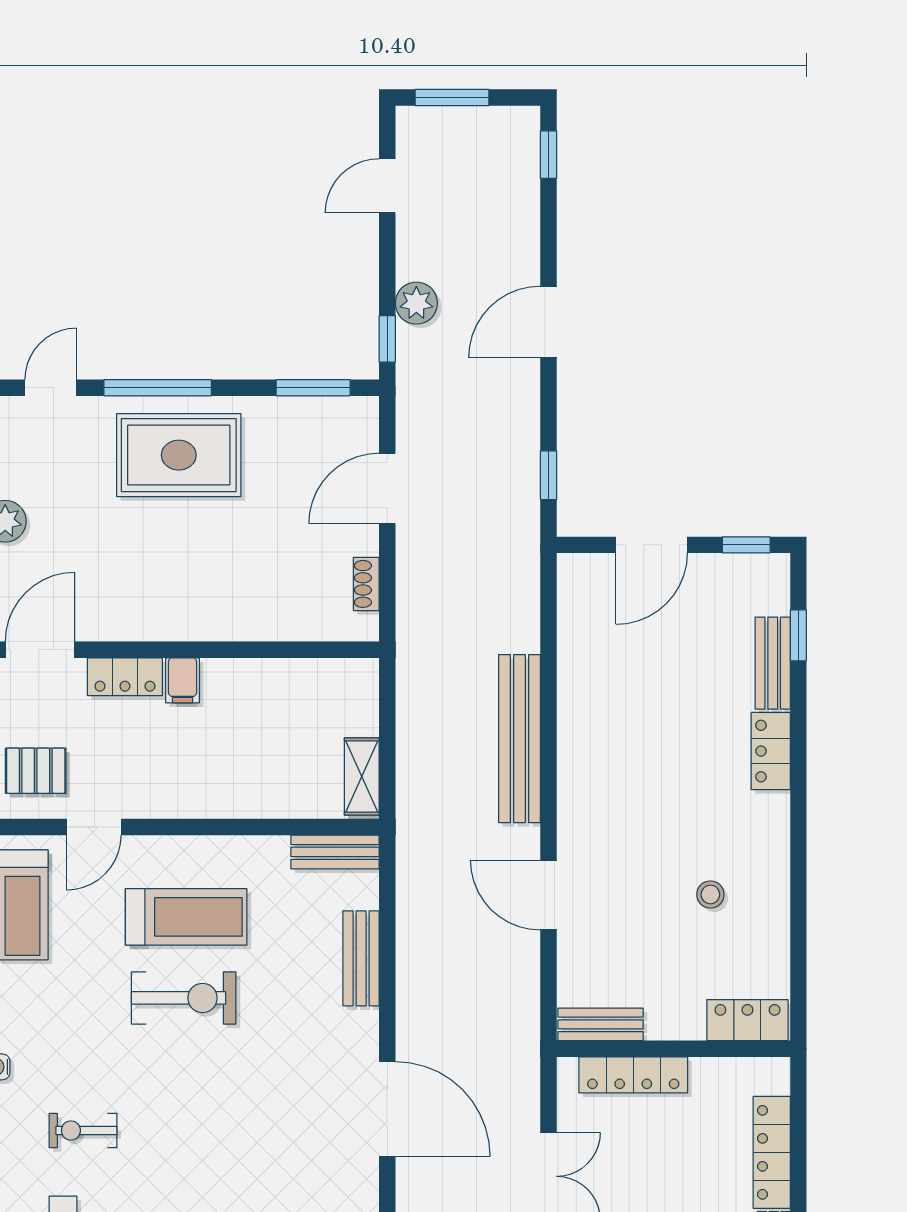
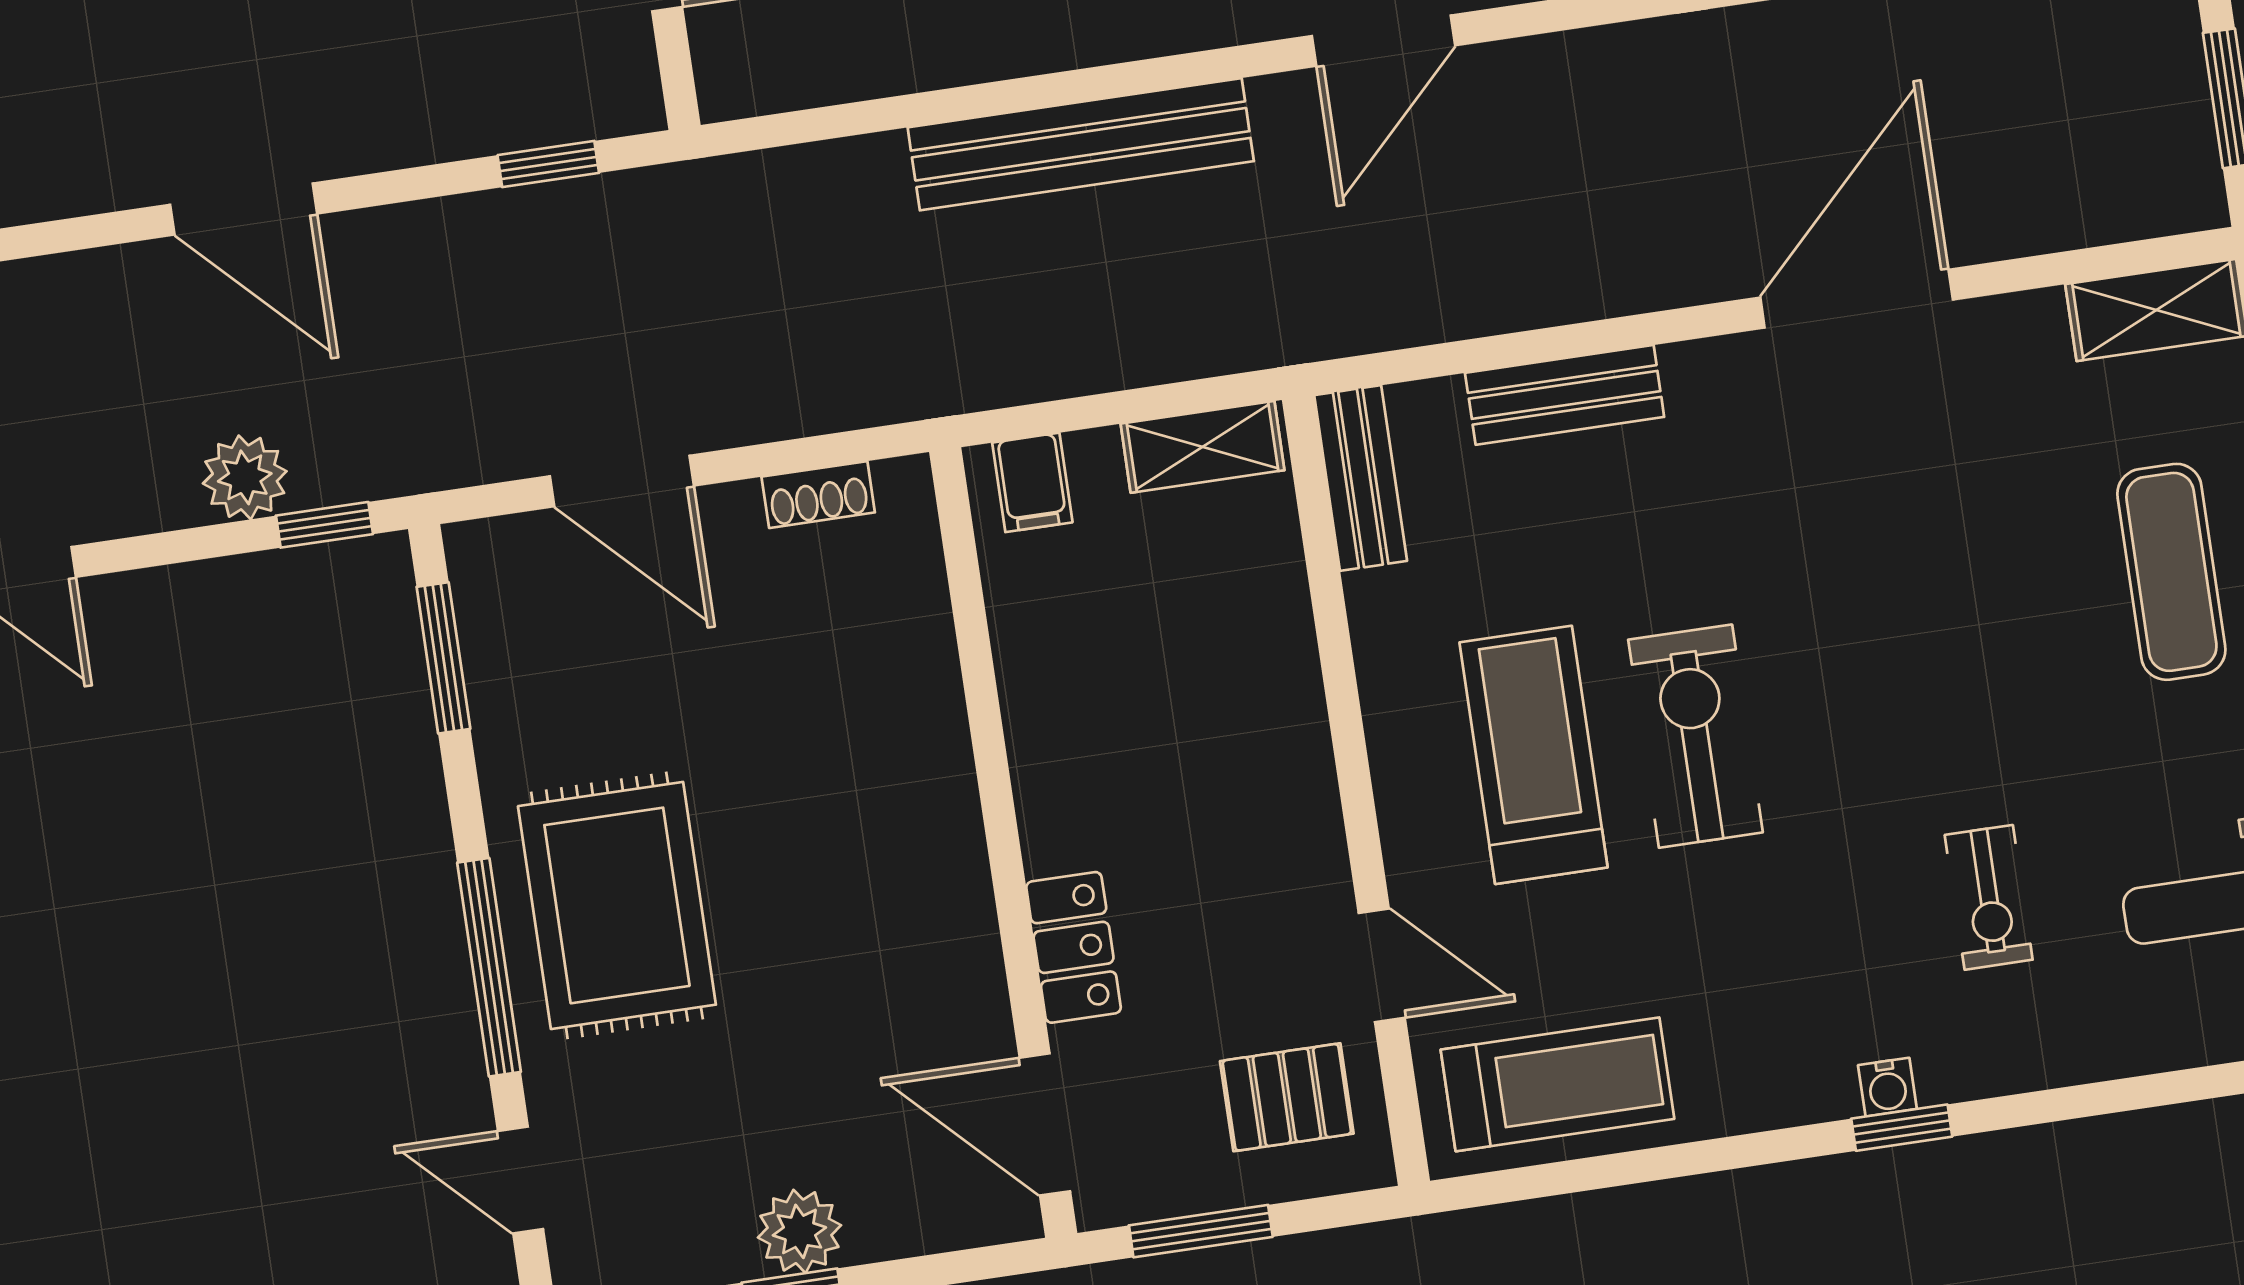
filing cabinet: (183, 680) -> (1032, 482), moved, turned 90
pallet: (36, 771) -> (1287, 1097), turned 90

